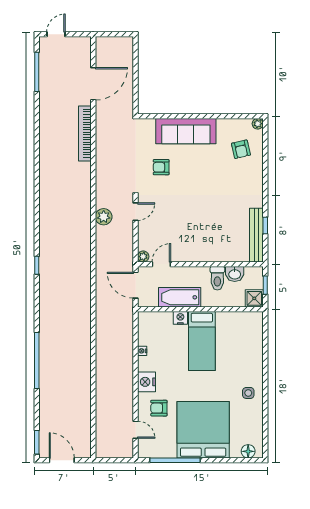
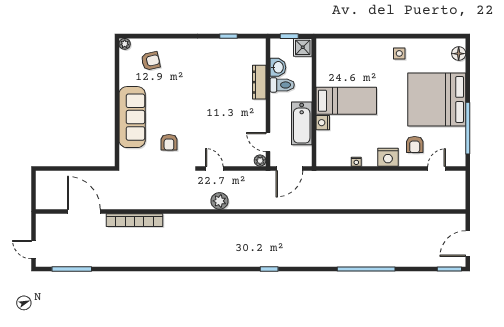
bench: (256, 235) -> (238, 45), removed
dresser: (220, 256) -> (259, 82), added

